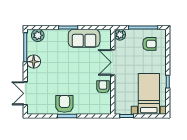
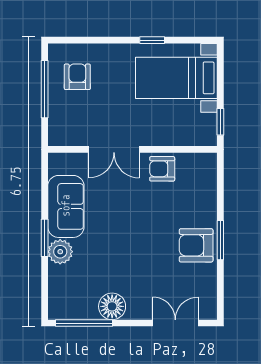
plant: (38, 35) -> (60, 252), moved
plant: (120, 35) -> (59, 135), removed
double door: (25, 93) -> (175, 323), swing flipped

